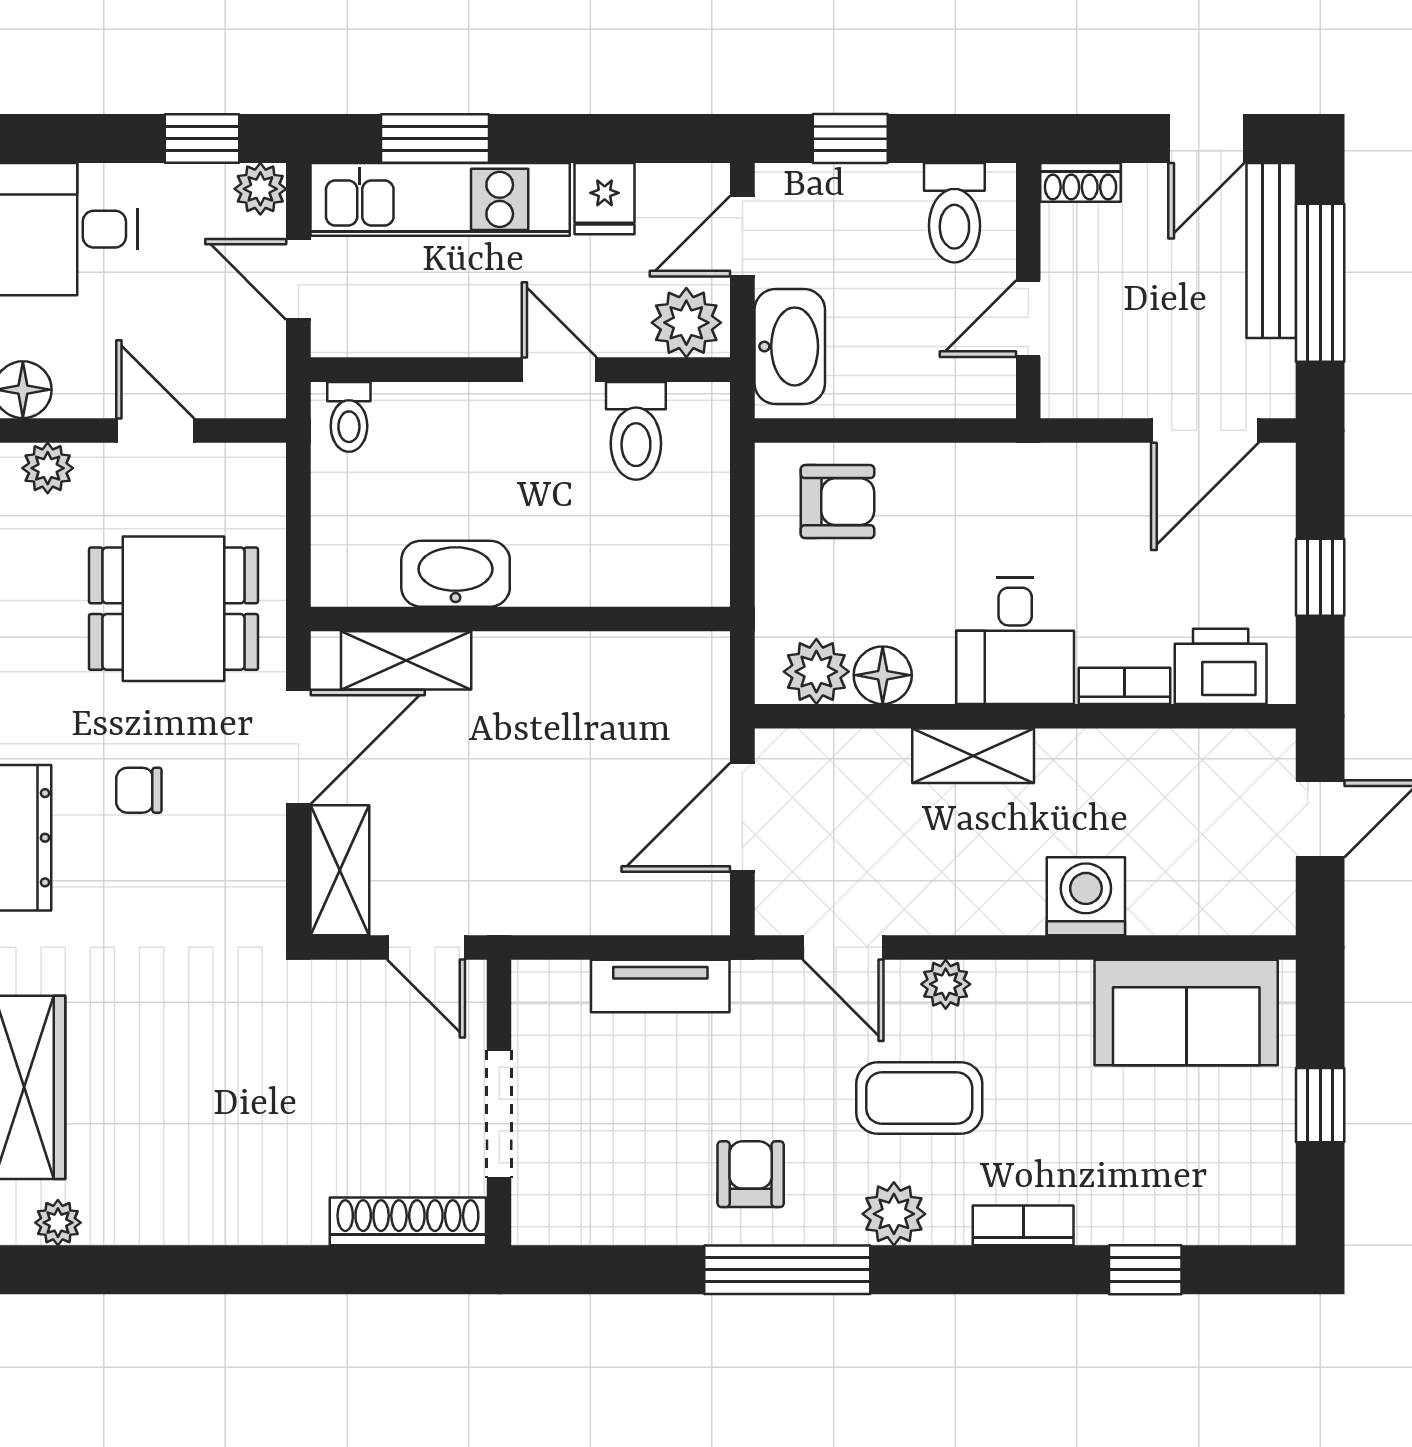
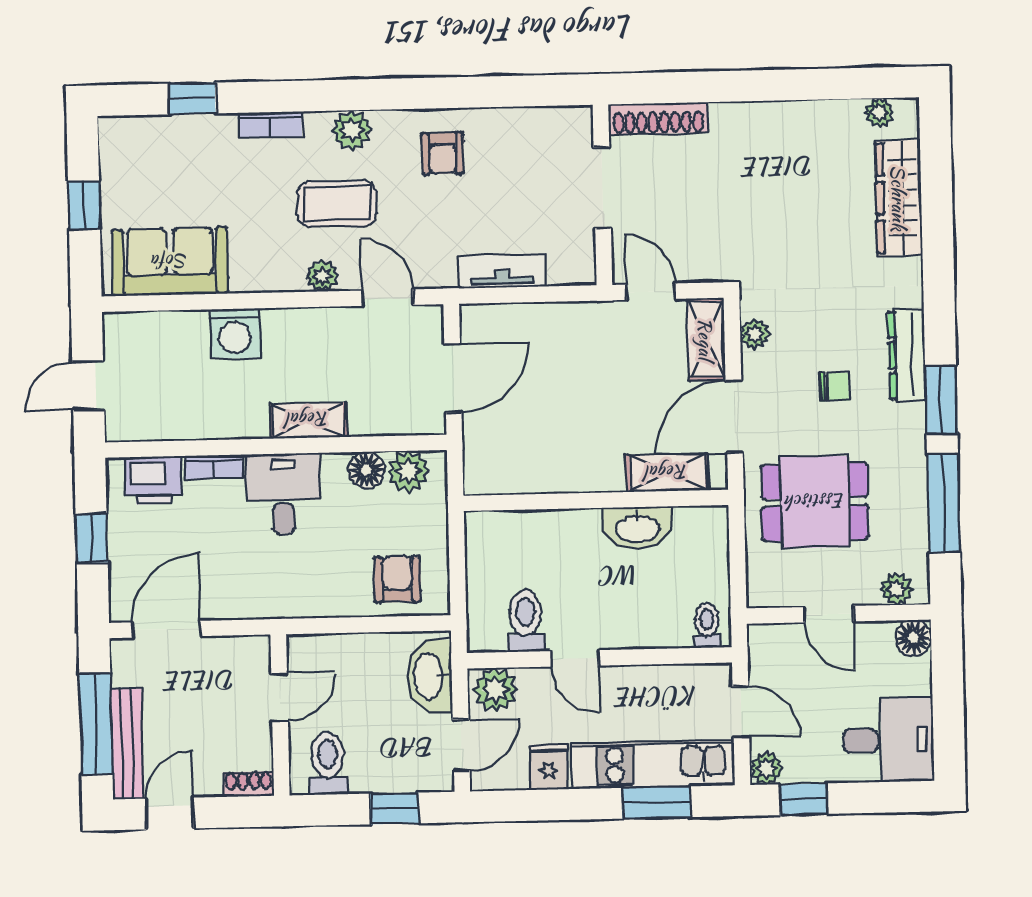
armchair: (838, 502) -> (397, 579), turned 90
plant: (263, 877) -> (755, 334), added
window: (787, 1270) -> (418, 93), removed

